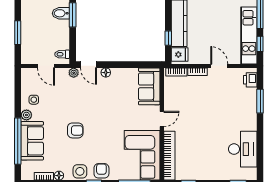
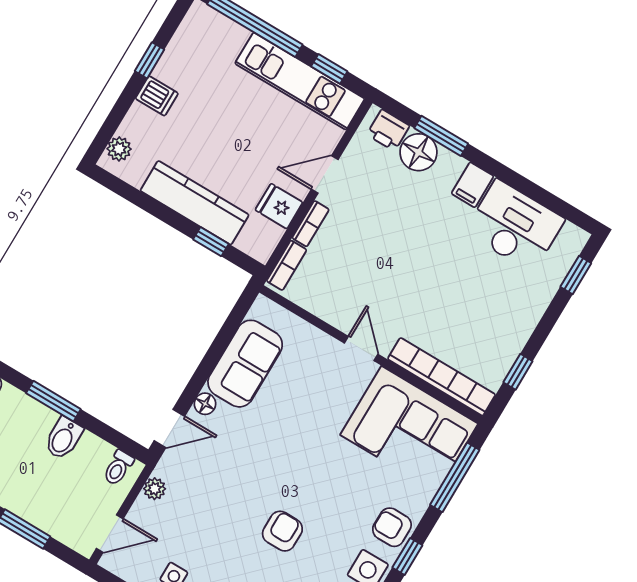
bidet: (61, 13) -> (63, 438), moved
fridge: (180, 54) -> (279, 206), moved, turned -90
door: (46, 66) -> (110, 534), moved
plant: (74, 73) -> (155, 489), moved
sofa: (149, 86) -> (245, 364), moved, turned -90
floor lamp: (249, 96) -> (418, 152), added
filing cabinet: (249, 124) -> (473, 185), added

